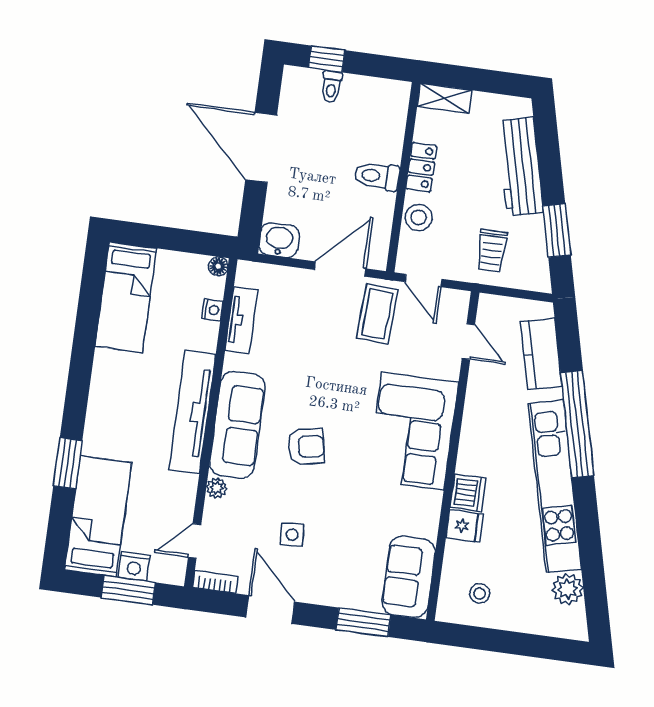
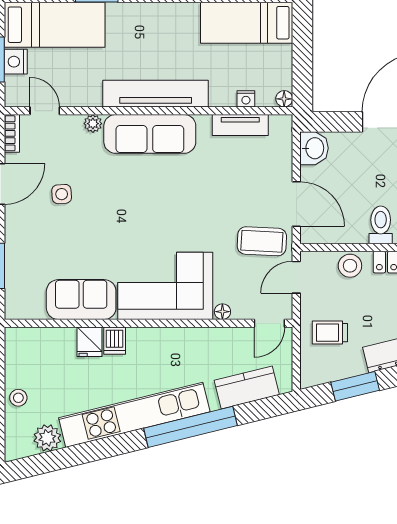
door: (468, 342) -> (269, 323), moved
floor lamp: (451, 370) -> (222, 312), added
armchair: (306, 447) -> (139, 196), removed
dishwasher: (468, 493) -> (115, 341), width x0.73
sofa: (409, 577) -> (81, 300), moved
stool: (480, 593) -> (18, 398), moved

